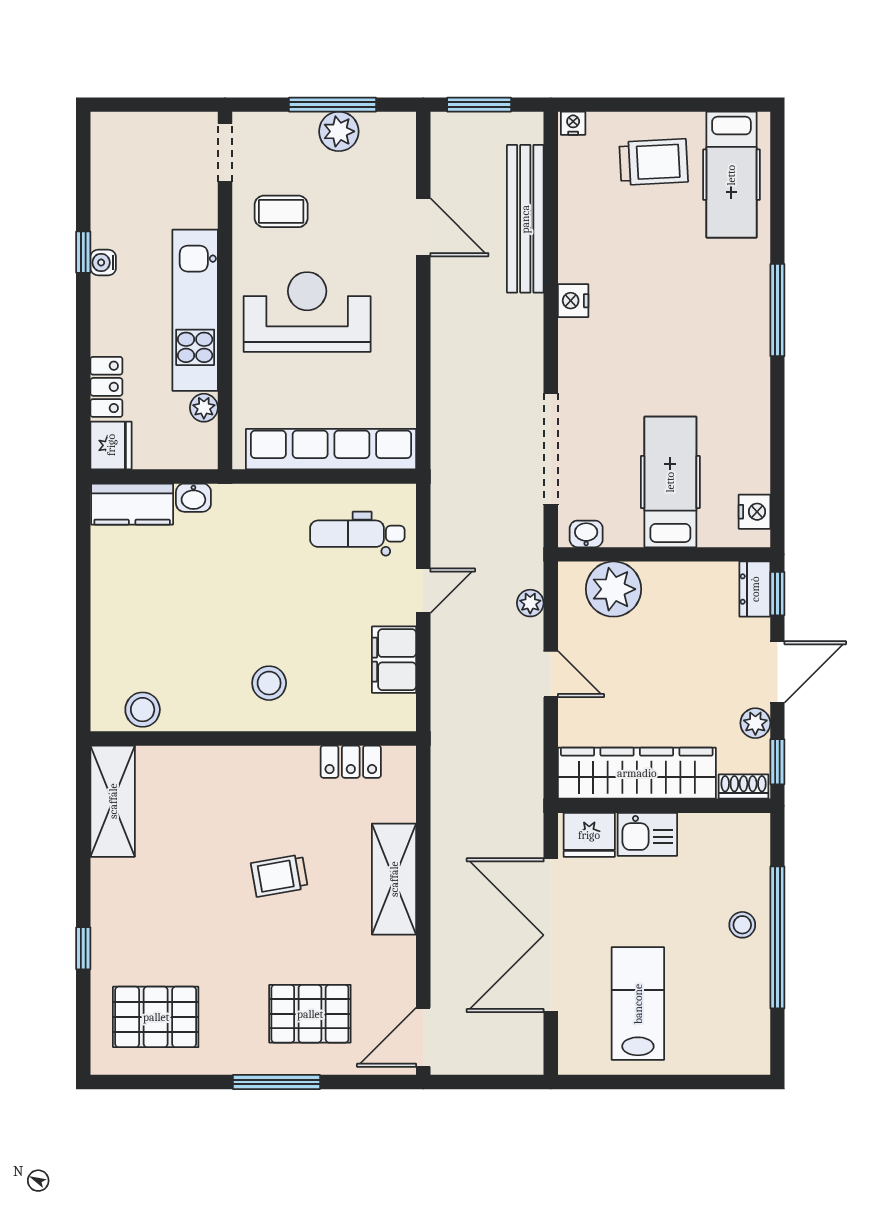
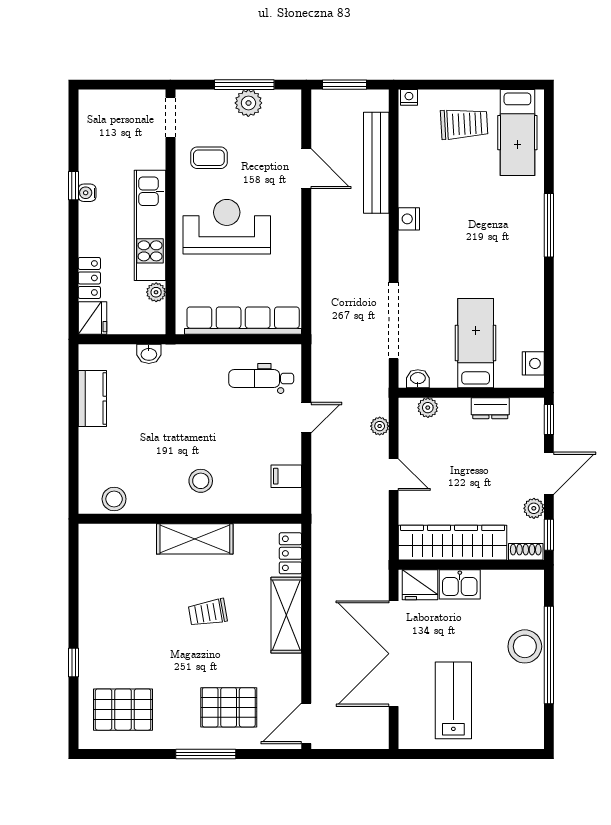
kitchen counter: (132, 504) -> (92, 399), moved, turned -90
plant: (613, 589) -> (428, 408), width x0.53, depth x0.53
dresser: (755, 589) -> (490, 408), moved, turned -90
filing cabinet: (394, 660) -> (286, 476), width x0.50
locker: (351, 762) -> (290, 553), moved, turned 90
shelving: (113, 801) -> (195, 539), moved, turned 90
stool: (742, 925) -> (525, 646), width x1.89, depth x1.89

